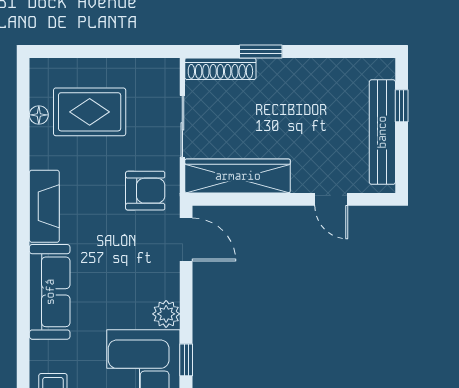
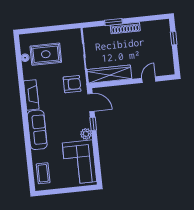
shoe rack: (220, 69) -> (125, 28), moved
bench: (382, 132) -> (167, 50), removed
door: (331, 199) -> (149, 80), swing flipped
window: (186, 360) -> (93, 124), moved

